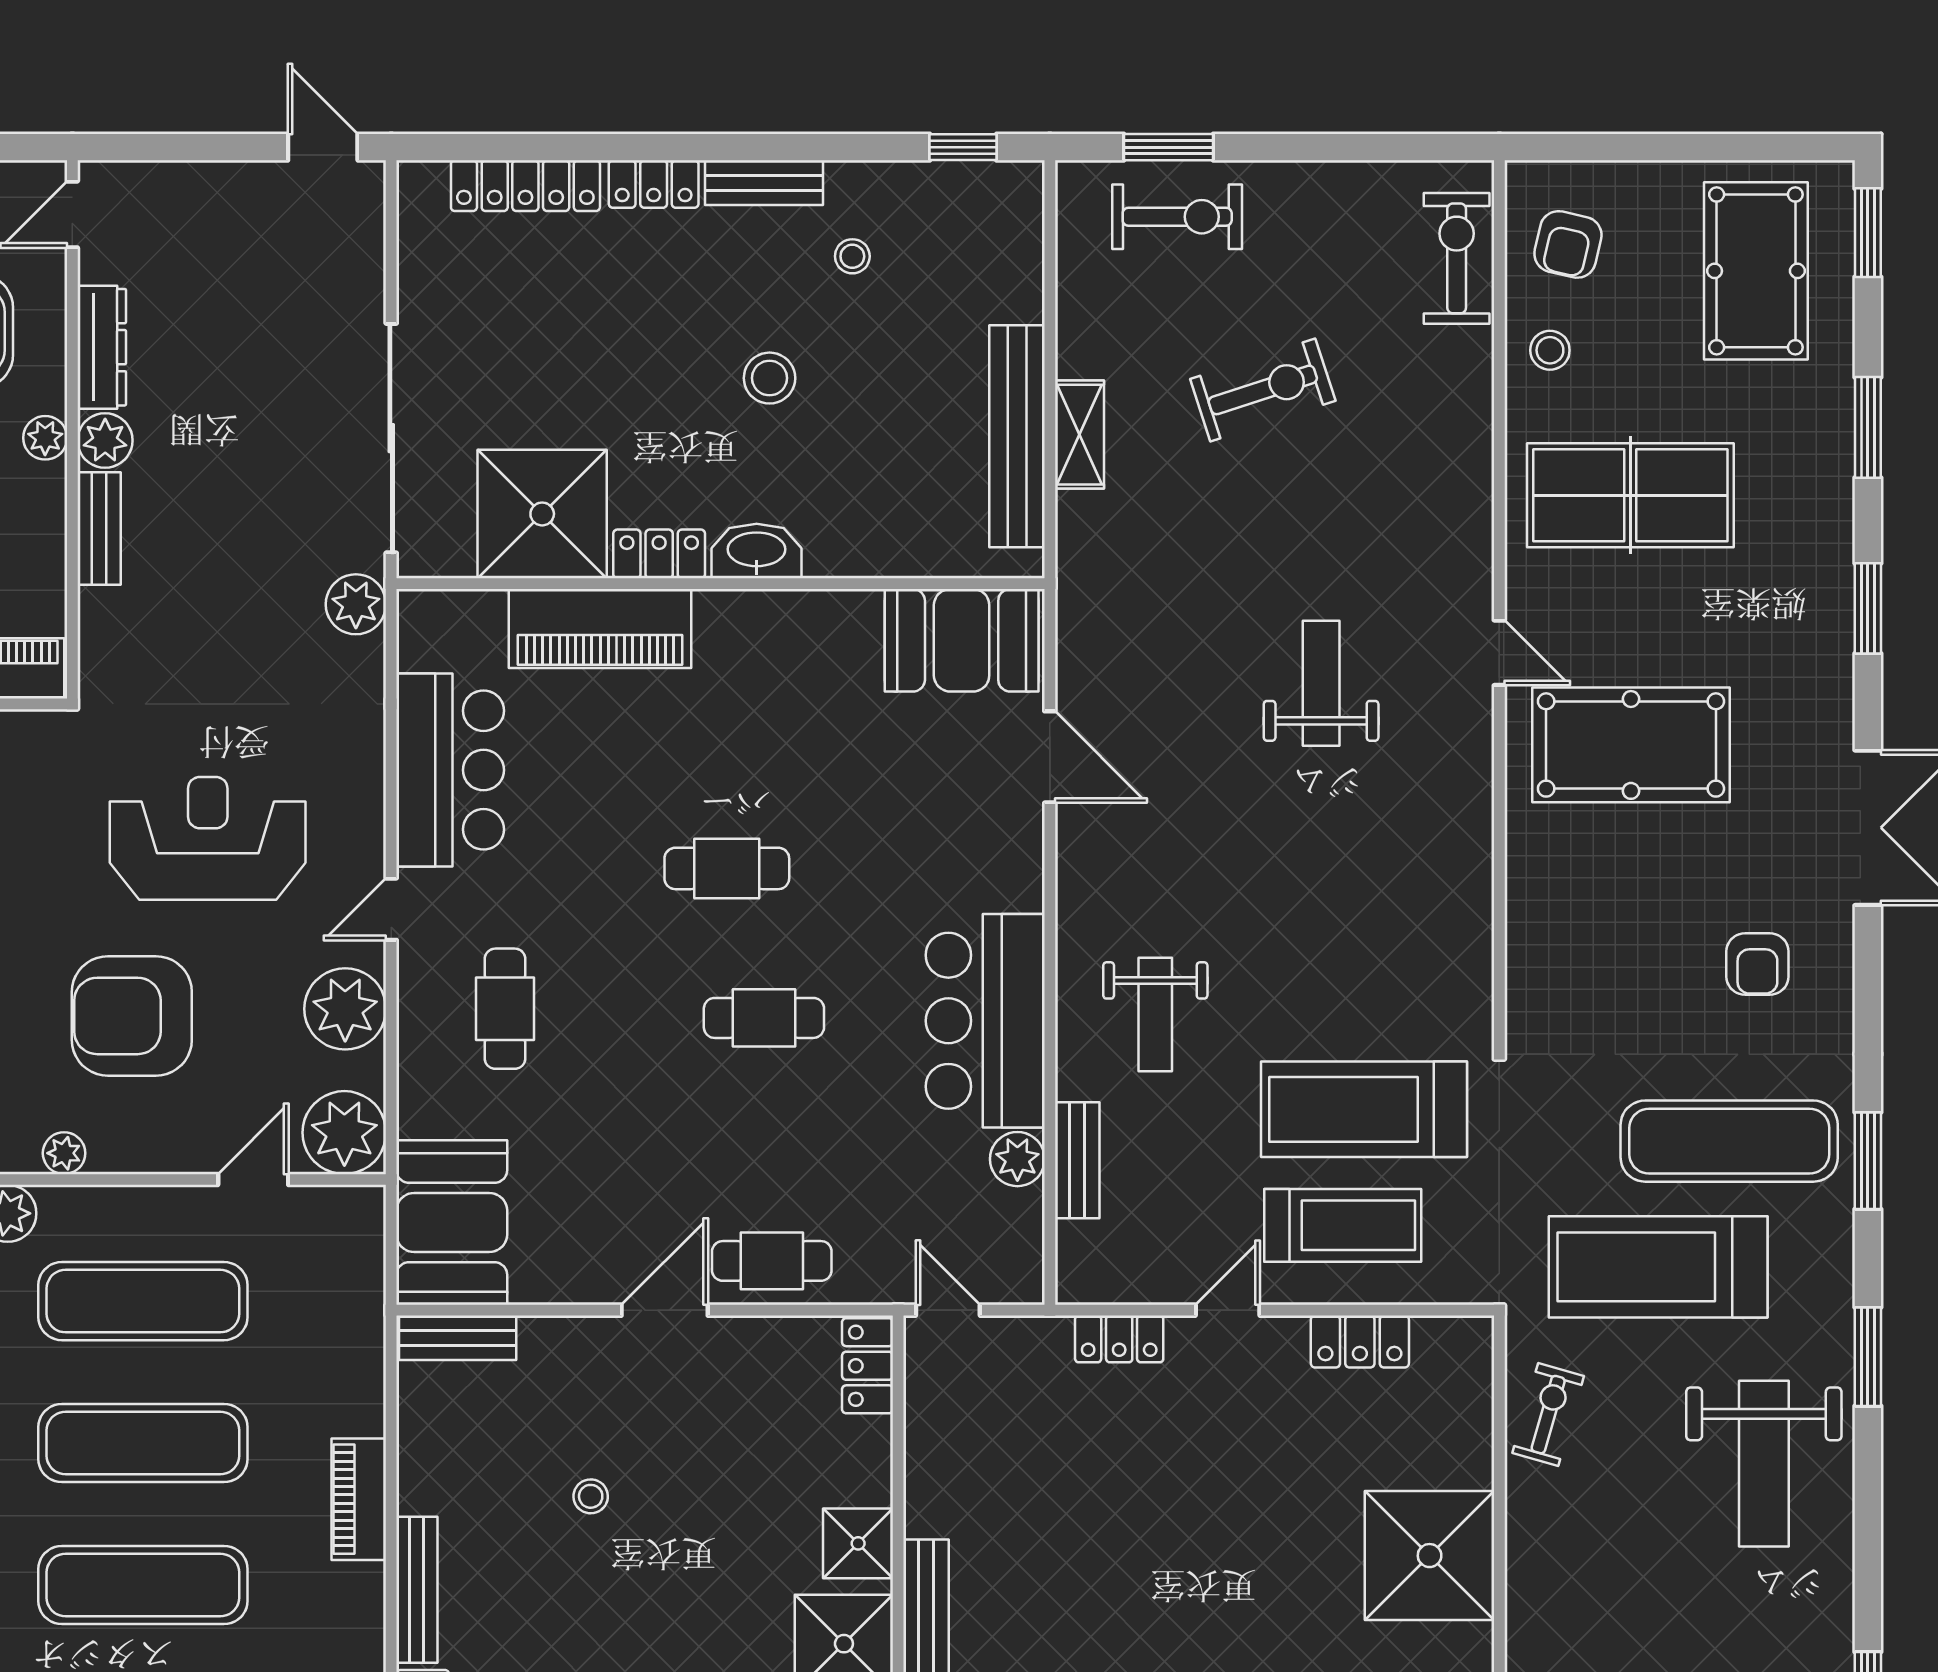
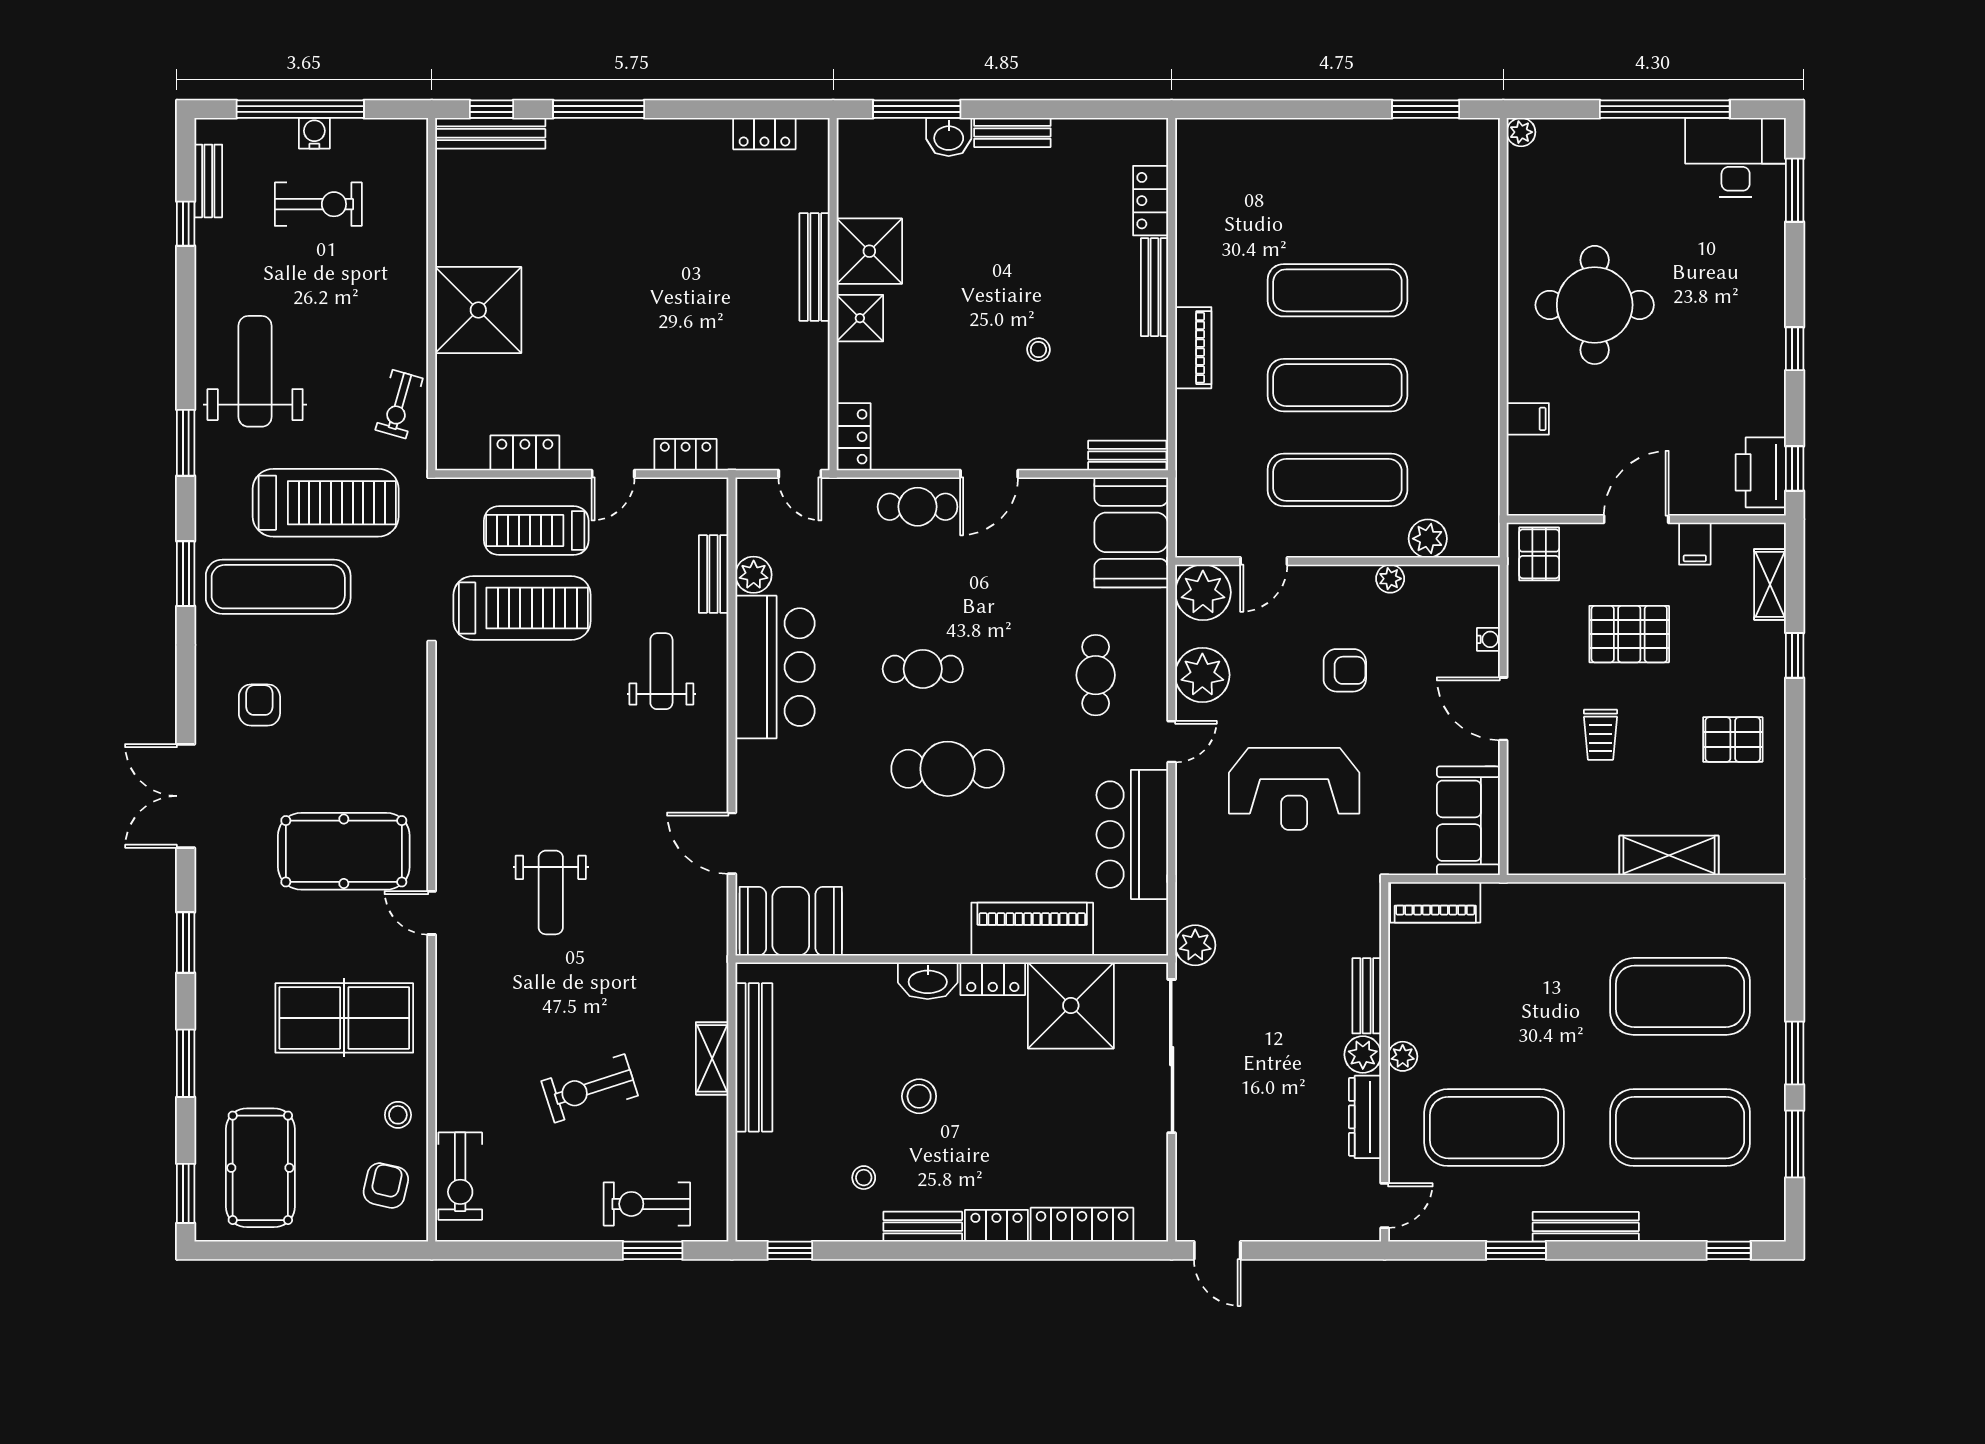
cafe table: (727, 868) -> (948, 769), width x1.37, depth x1.35
armchair: (132, 1016) -> (1345, 670), width x0.53, depth x0.53

